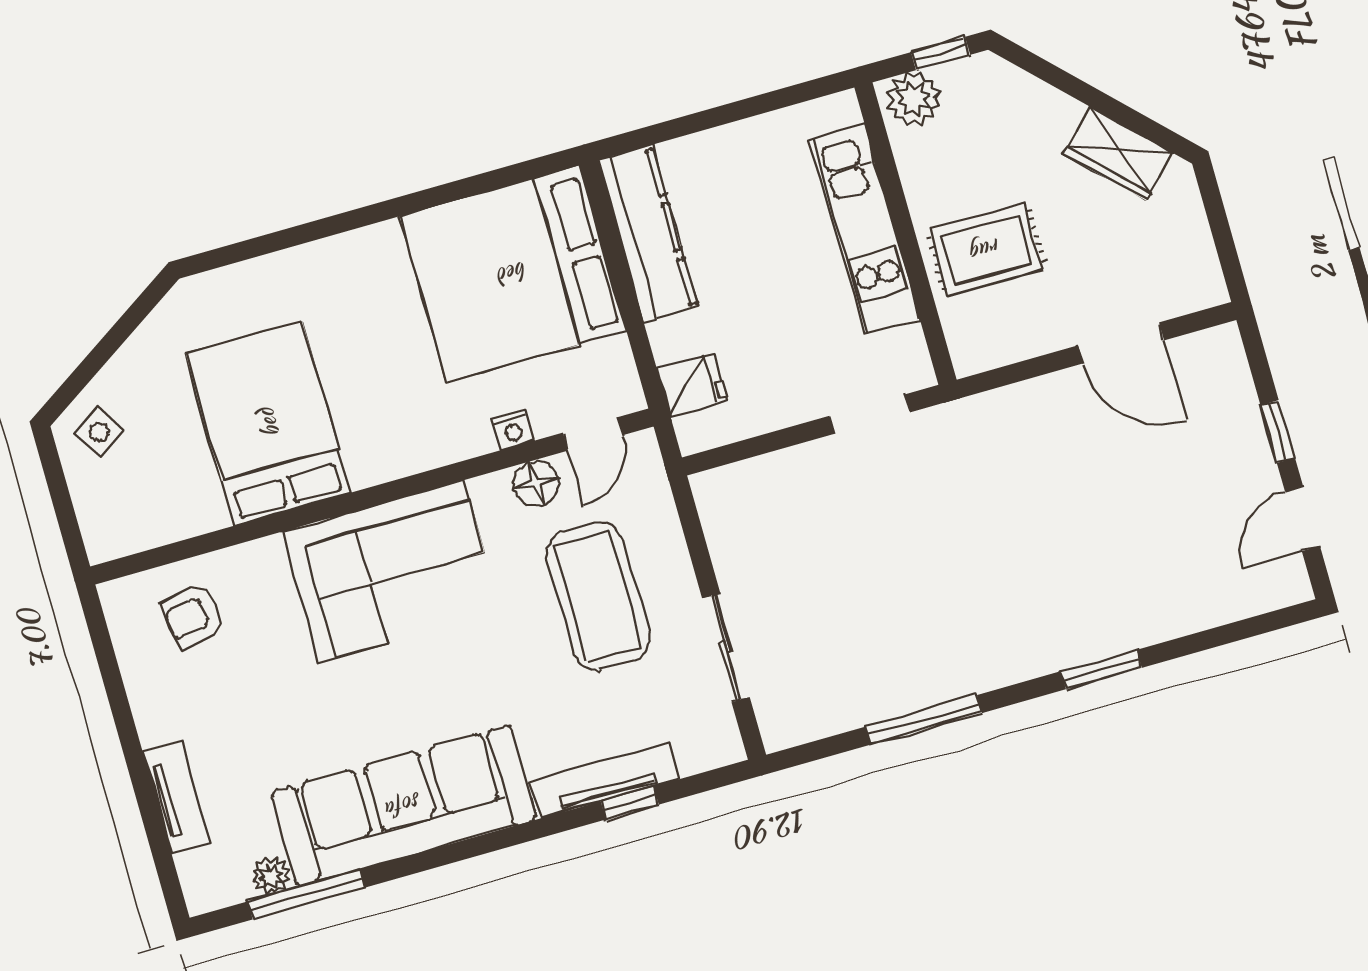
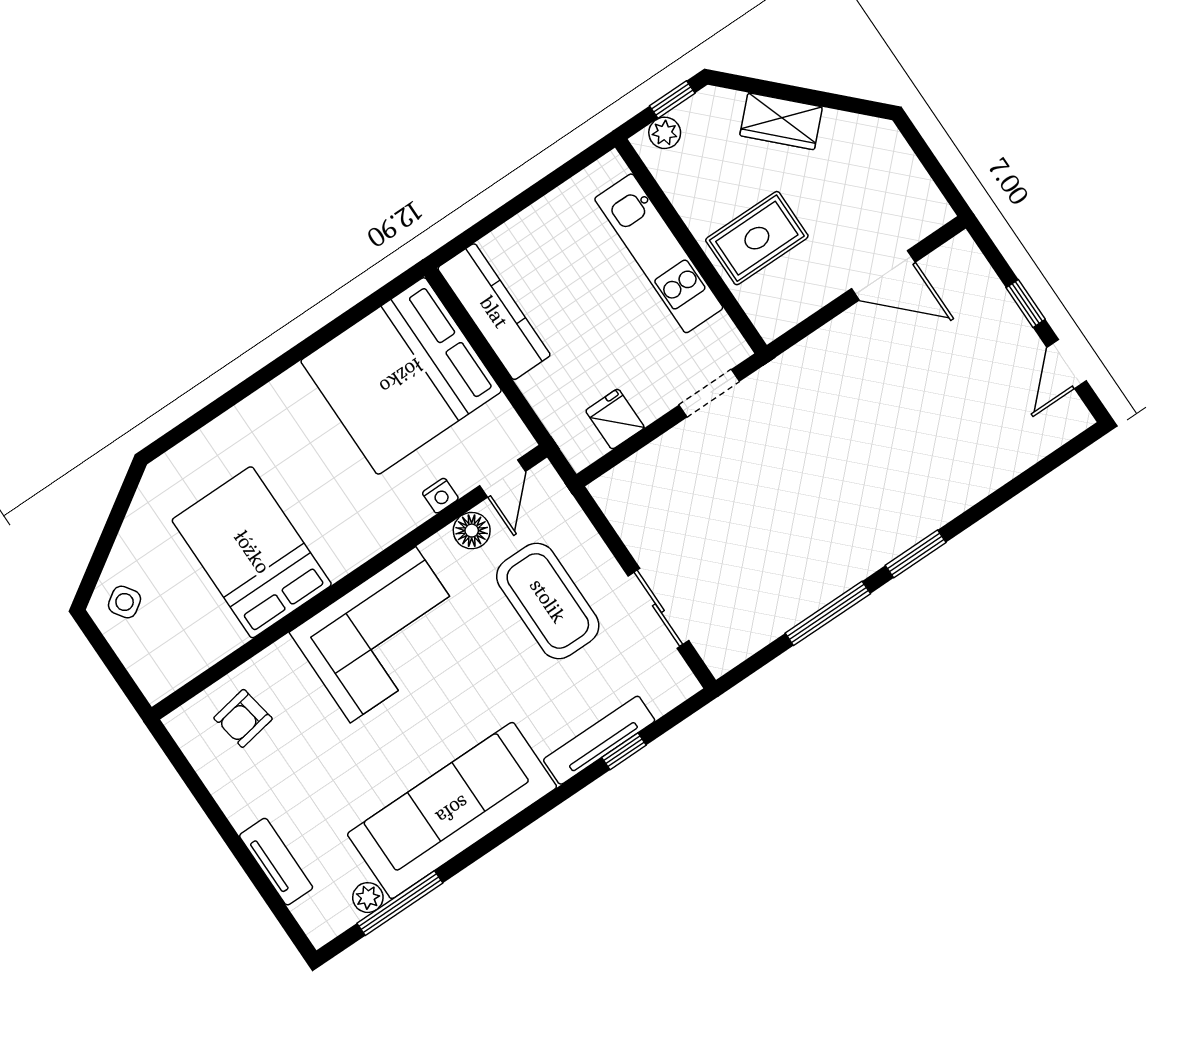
plant: (914, 99) -> (665, 133), width x0.73, depth x0.73
wardrobe: (1118, 154) -> (781, 121), moved
fridge: (692, 384) -> (615, 419), moved, turned -90
window: (1101, 670) -> (916, 554), moved

